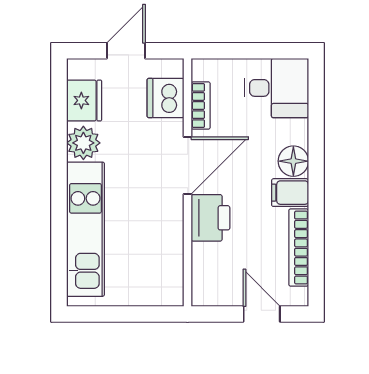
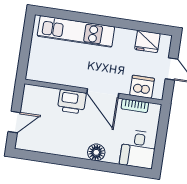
plant: (83, 143) -> (124, 37), removed
filing cabinet: (290, 193) -> (79, 148), removed
bookcase: (299, 248) -> (48, 148), removed

